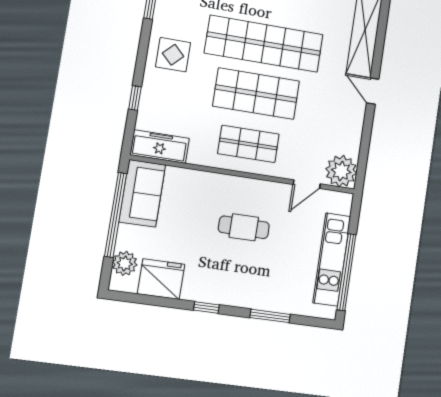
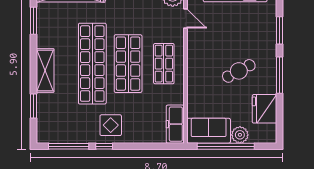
window: (135, 98) -> (104, 146), moved
cafe table: (244, 227) -> (239, 71), moved, turned 62
plant: (125, 263) -> (240, 135), moved
window: (206, 308) -> (280, 75), width x2.17

